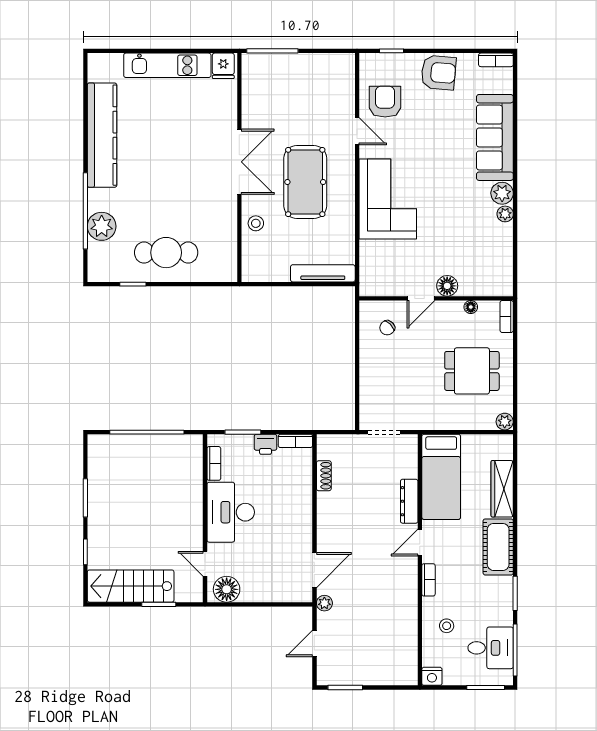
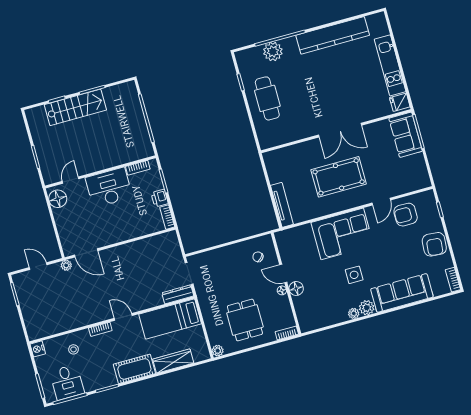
sofa: (272, 70) -> (406, 135), added
armchair: (385, 102) -> (406, 215), turned 180
side table: (450, 198) -> (354, 275), added
stool: (256, 223) -> (303, 152), removed
floor lamp: (471, 307) -> (282, 290), moved
shoe rack: (324, 476) -> (150, 242), removed
dresser: (409, 501) -> (178, 294), moved
stairs: (131, 586) -> (75, 107), moved, turned 90

